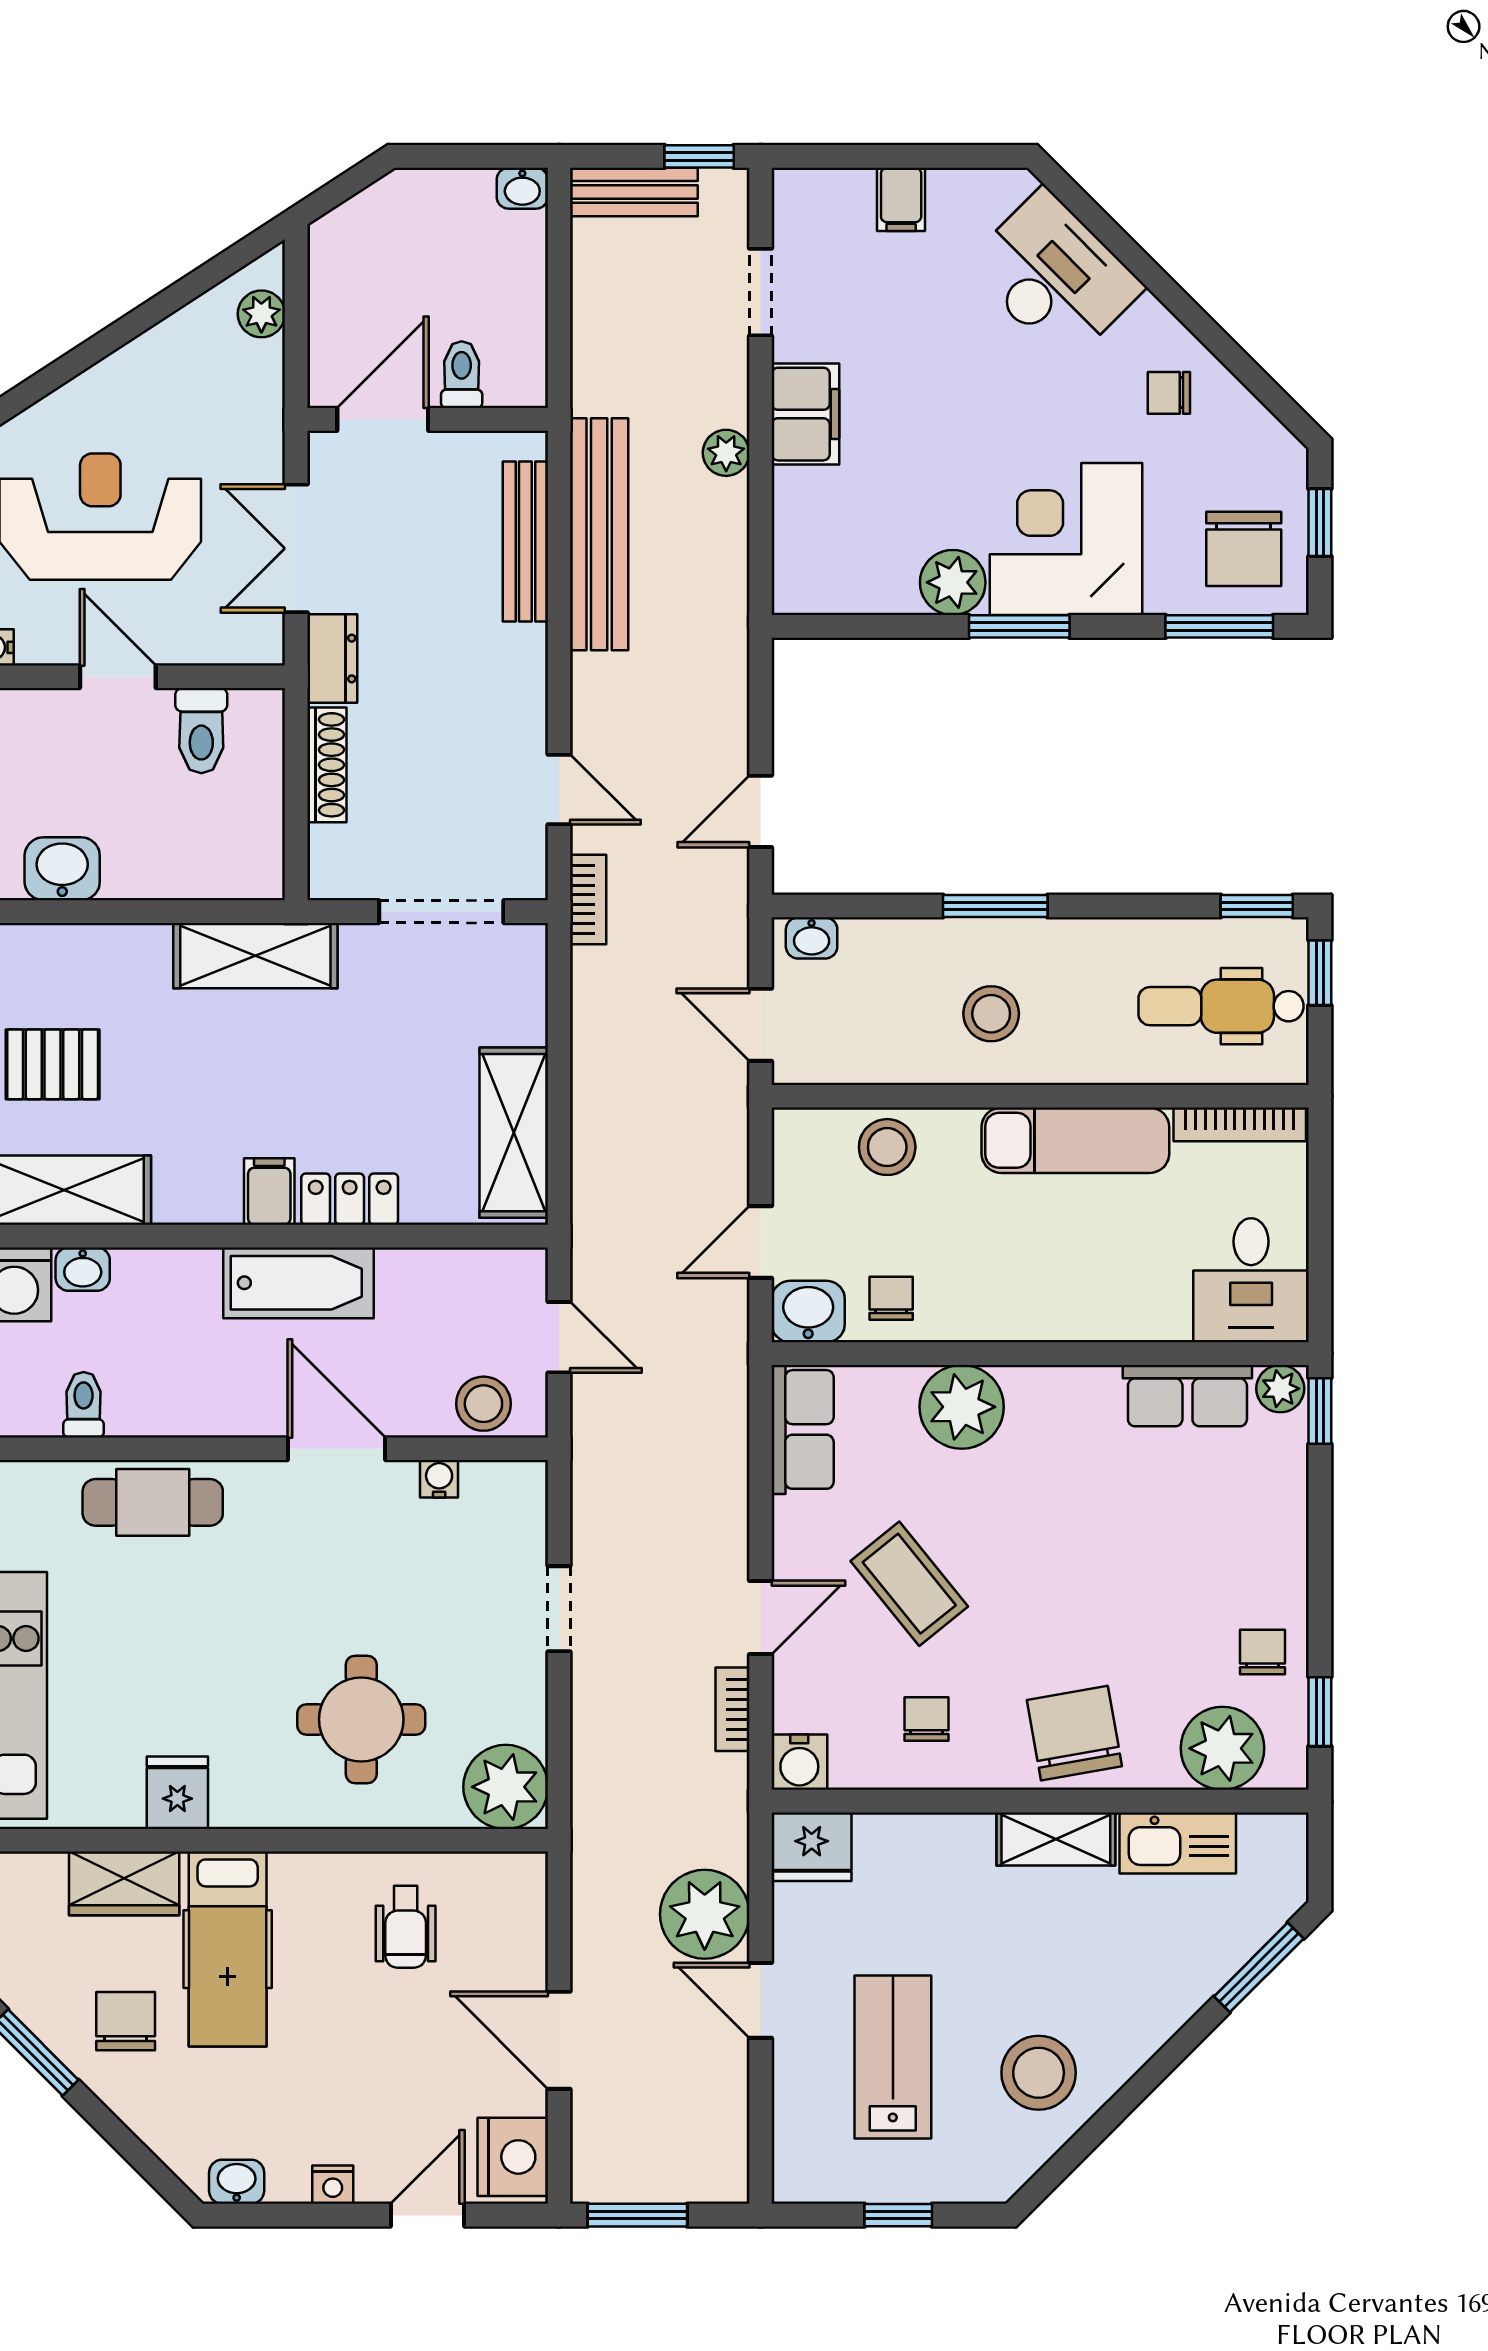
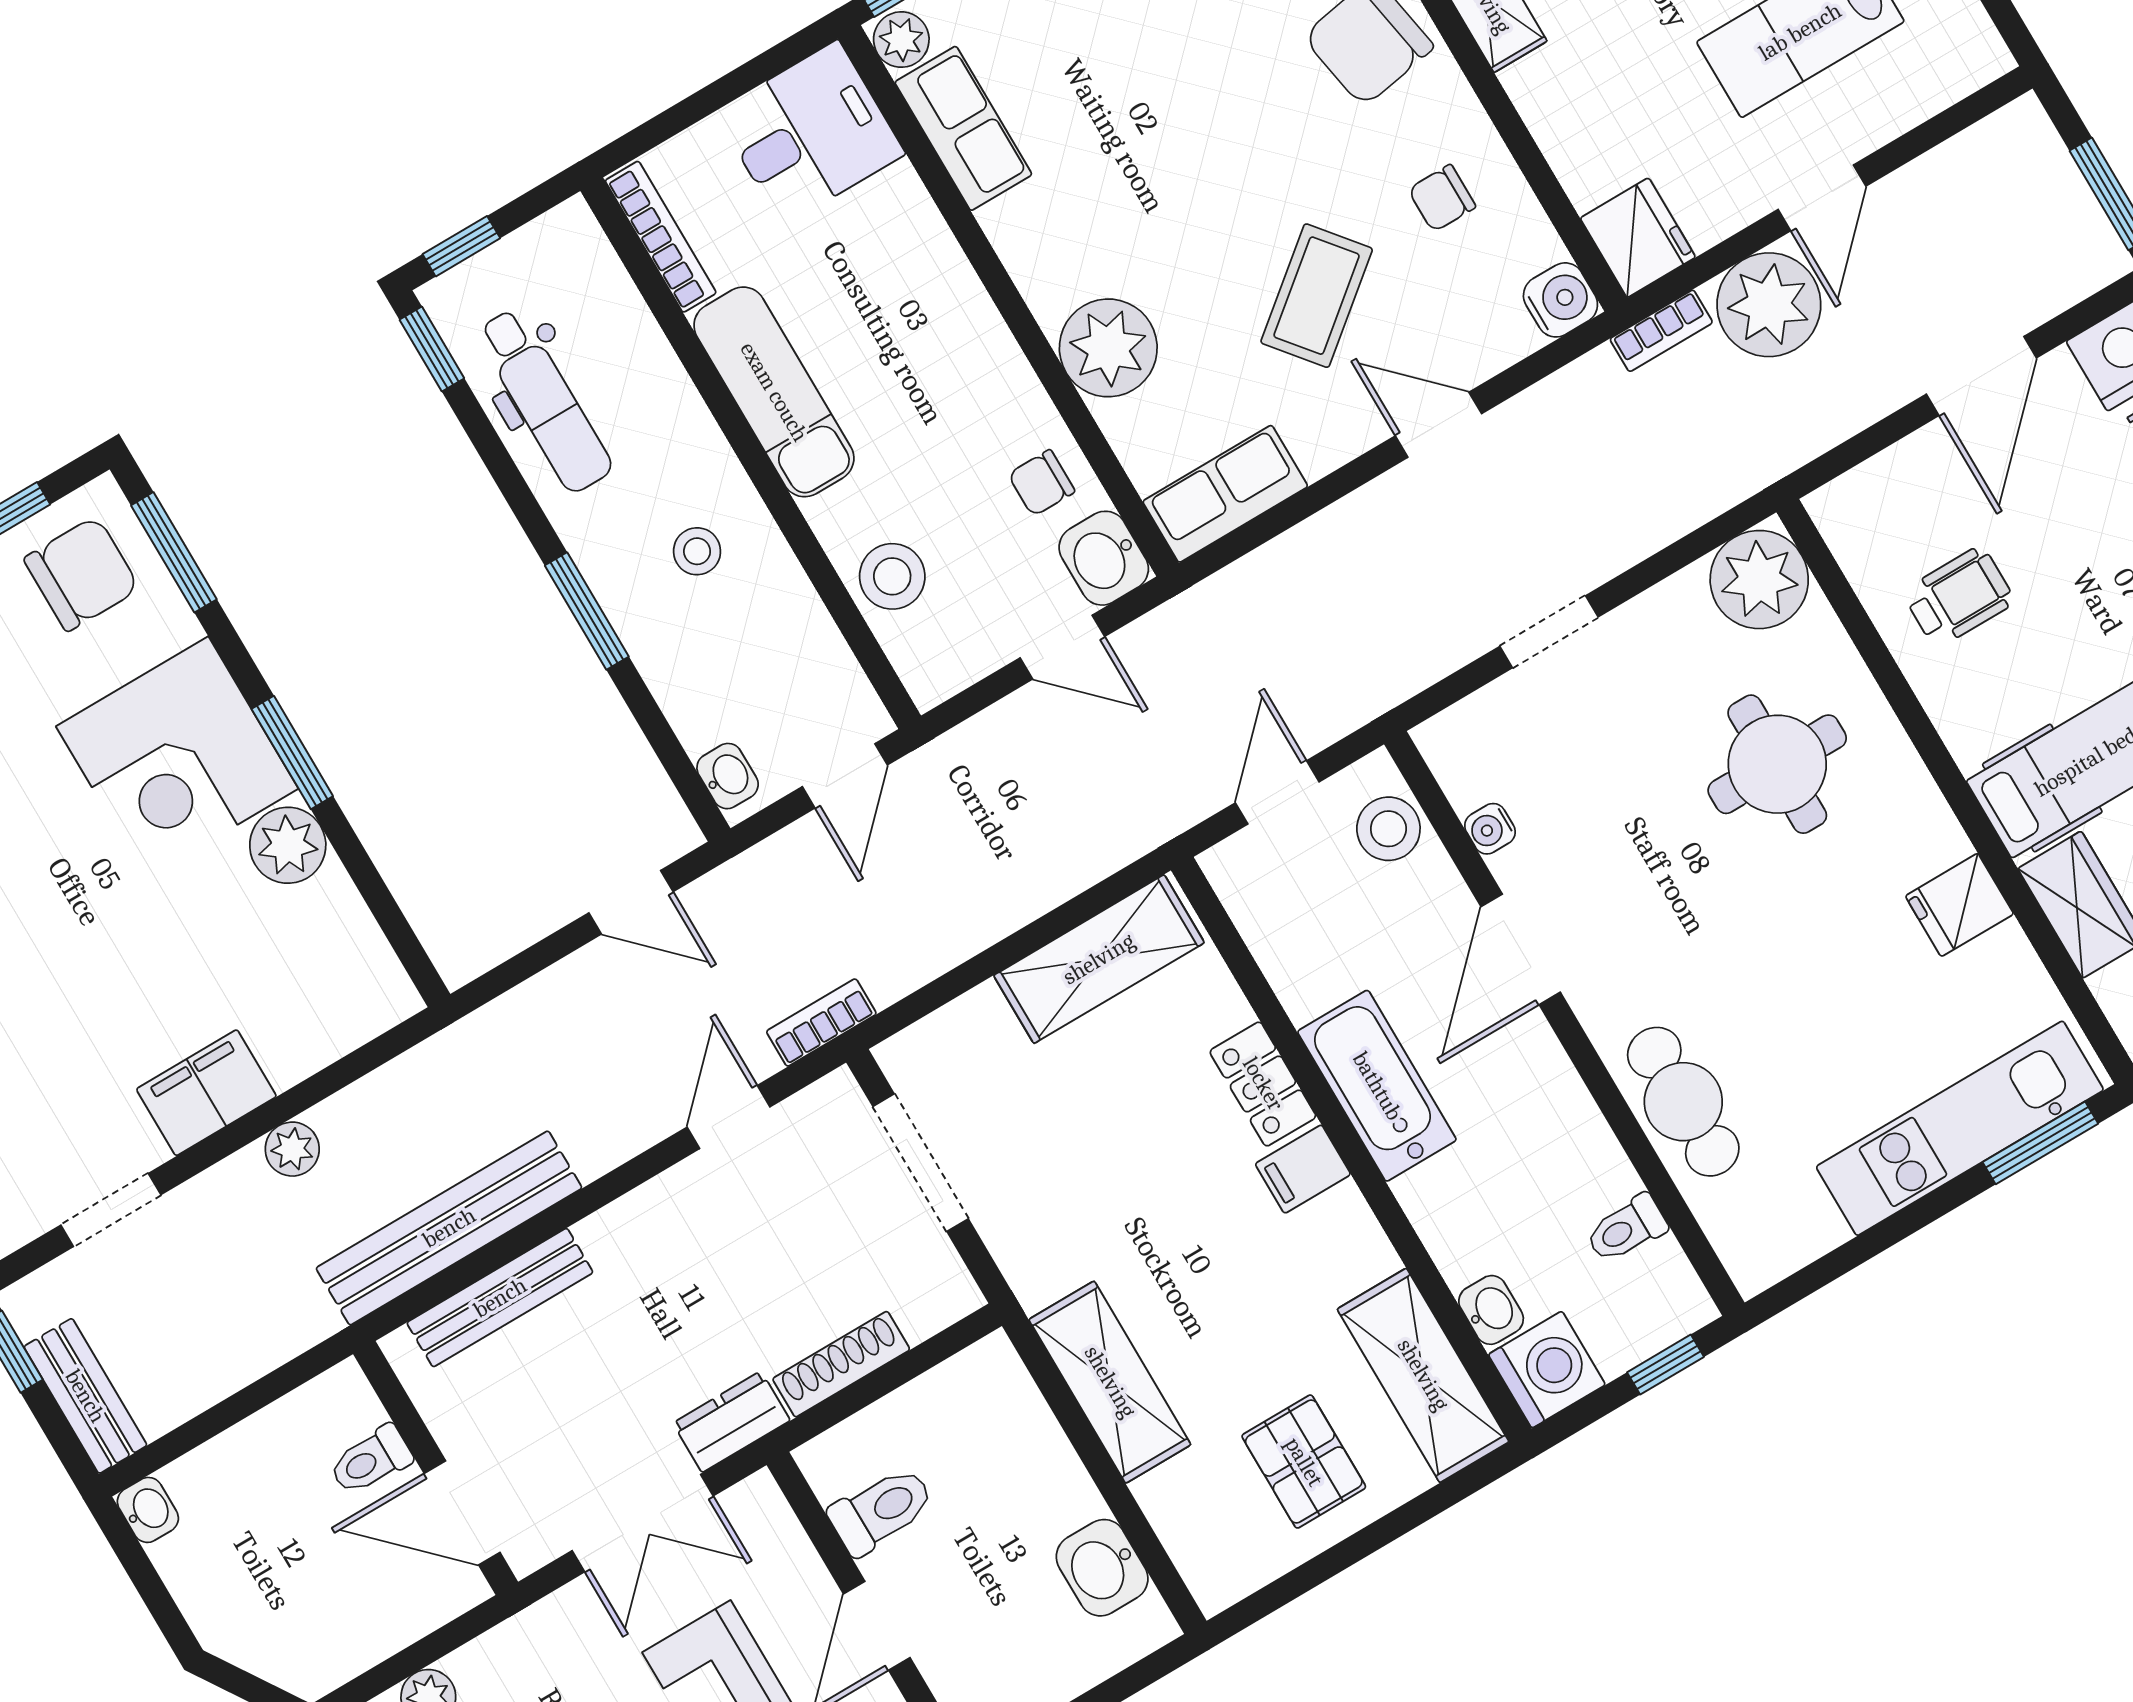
shelving: (255, 956) -> (1110, 1382), moved
dental chair: (1221, 1006) -> (545, 401), moved
stool: (991, 1014) -> (697, 551), width x0.73, depth x0.73
bookcase: (732, 1709) -> (1661, 331), moved

